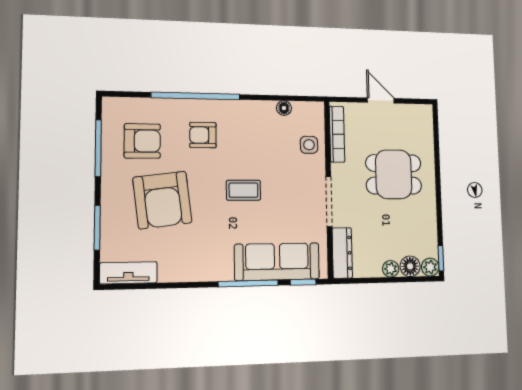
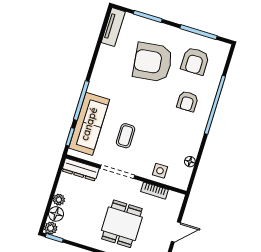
bookcase: (337, 134) -> (155, 191), width x0.64
armchair: (203, 135) -> (187, 101), turned 180
coffee table: (244, 190) -> (126, 136), moved

